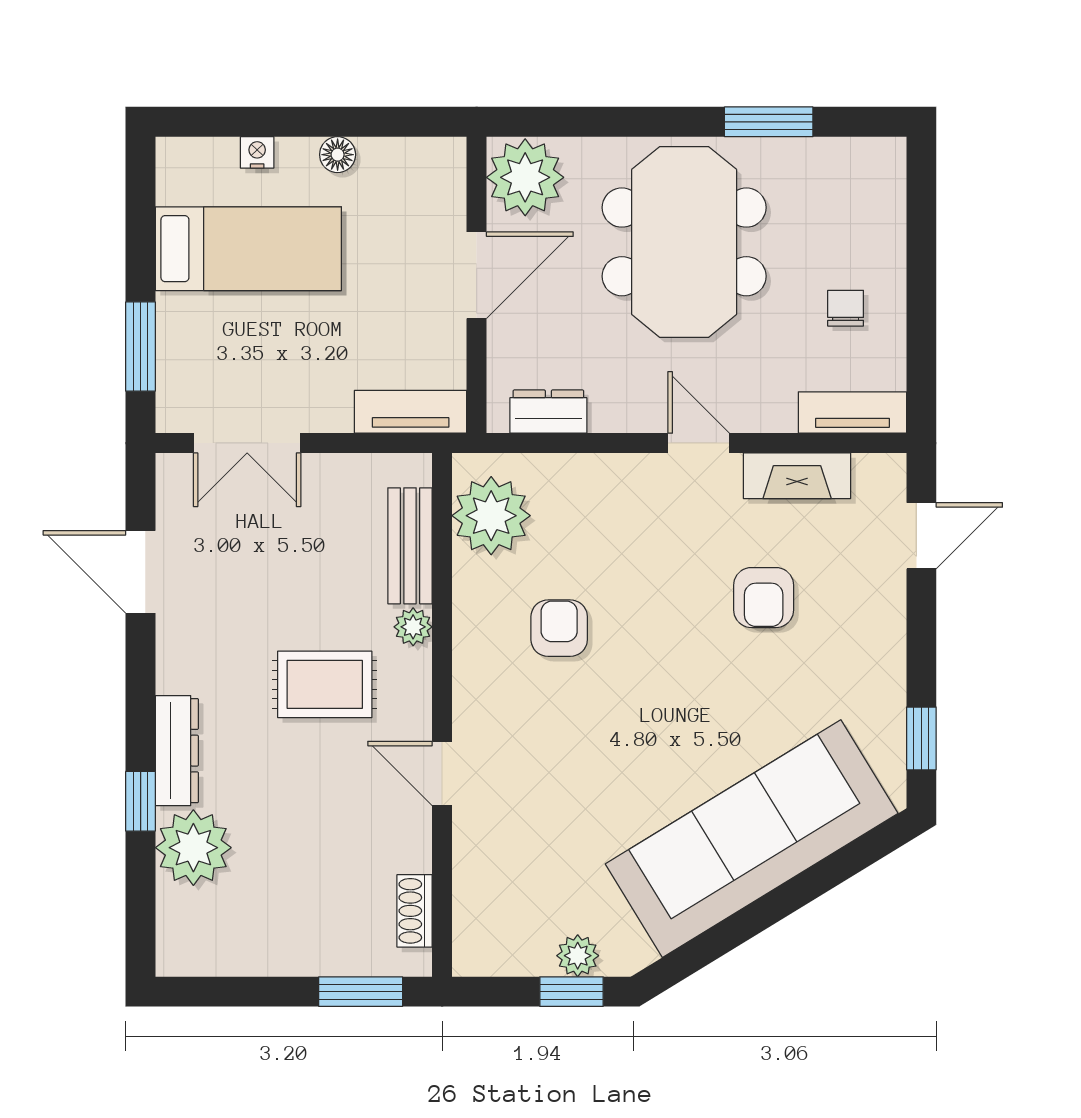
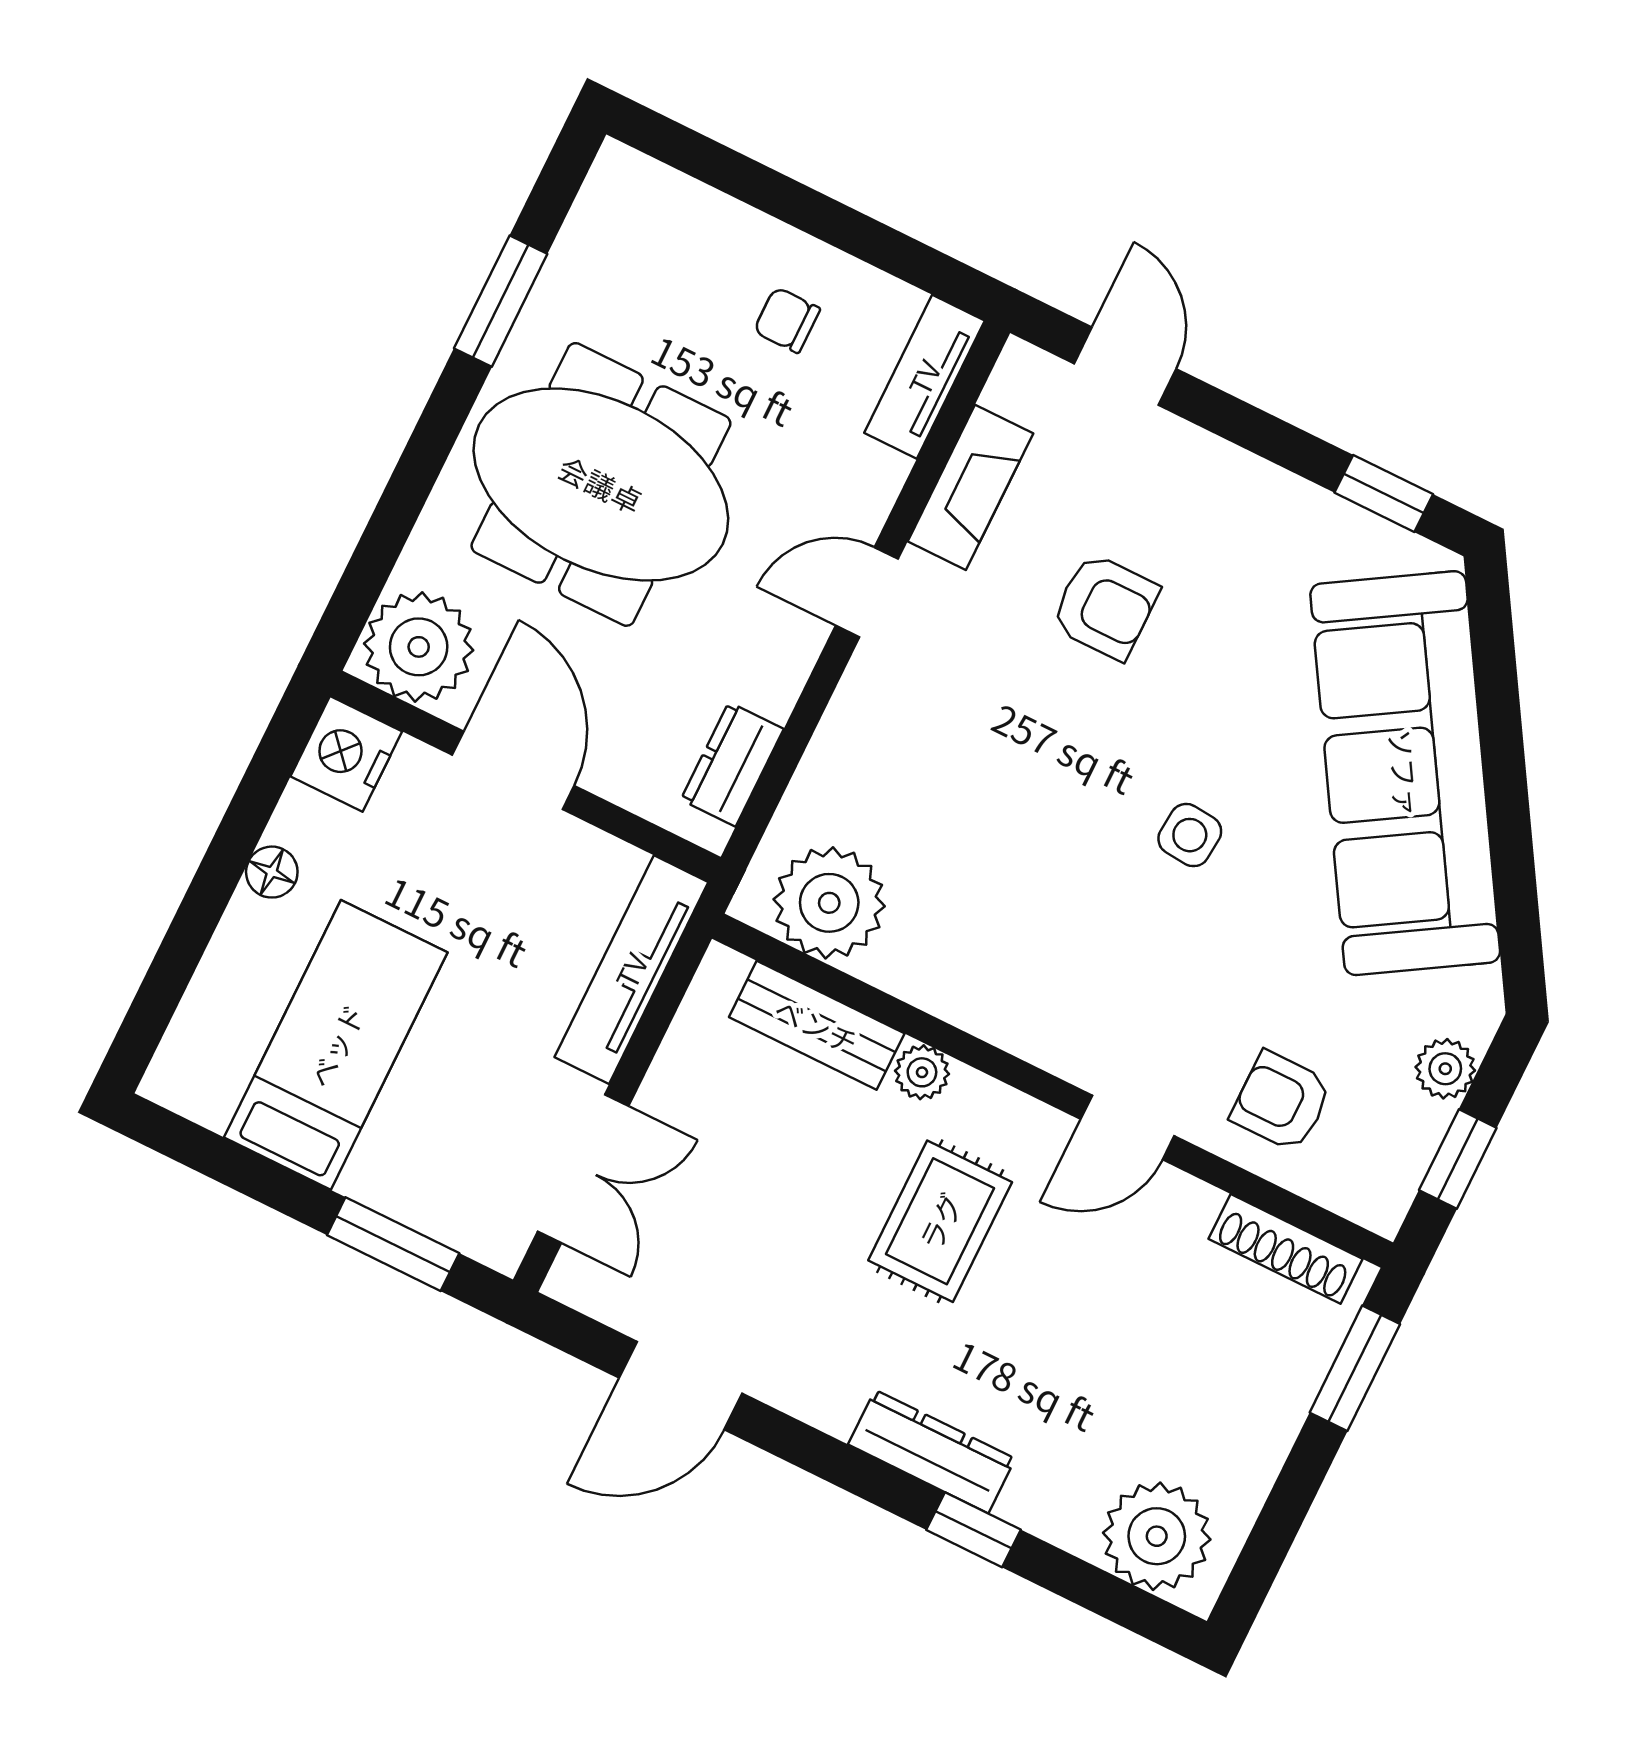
nightstand: (257, 152) -> (346, 754), moved, width x1.89, depth x1.79
tv unit: (411, 412) -> (631, 970), width x1.41
armchair: (559, 628) -> (1281, 1101), moved
side table: (646, 722) -> (1190, 835), added
plant: (193, 848) -> (1157, 1536), moved
shoe rack: (415, 911) -> (1286, 1249), width x1.43
window: (571, 992) -> (1458, 1159), moved

